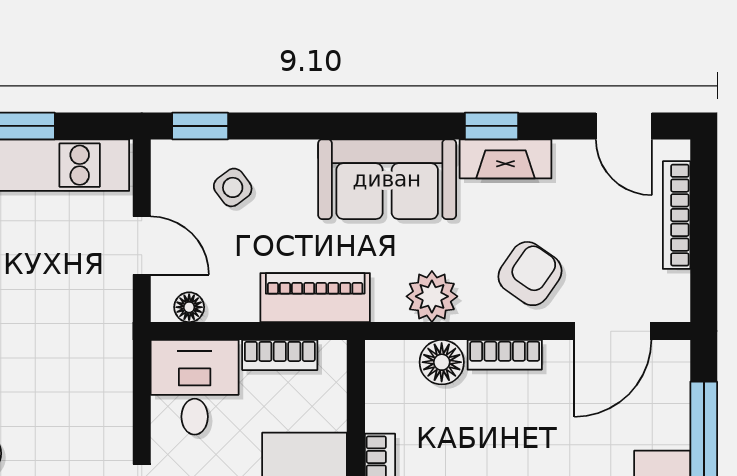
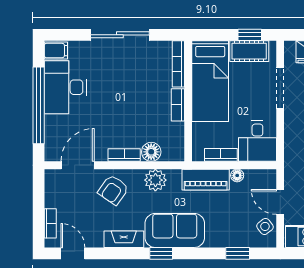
window: (200, 126) -> (238, 253), moved
window: (491, 126) -> (161, 253), moved
side table: (233, 187) -> (265, 226), moved
bookcase: (677, 215) -> (50, 223), width x0.64
floor lamp: (189, 307) -> (237, 175), moved

